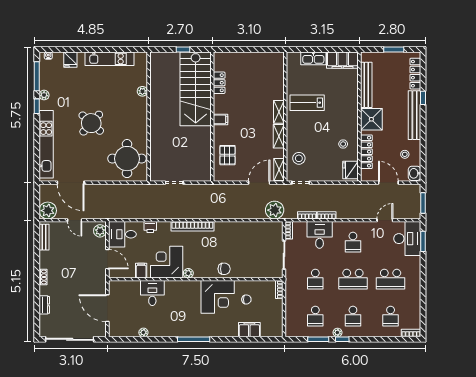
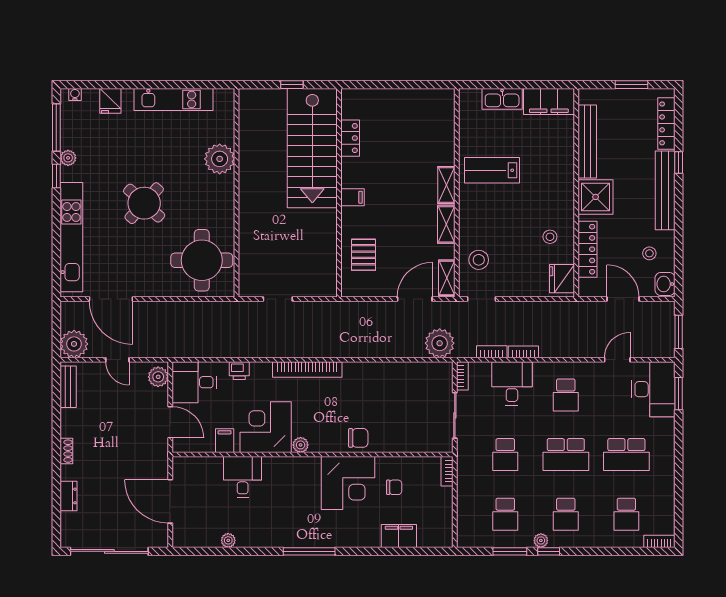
plant: (142, 91) -> (220, 159), width x1.87, depth x1.87

